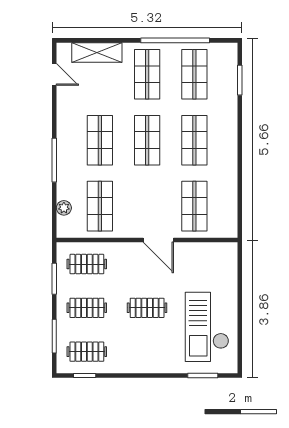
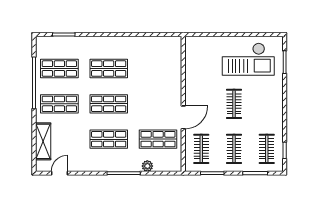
shop shelf: (194, 206) -> (158, 69), removed
plant: (64, 208) -> (147, 166), moved
door: (158, 240) -> (183, 117), moved

